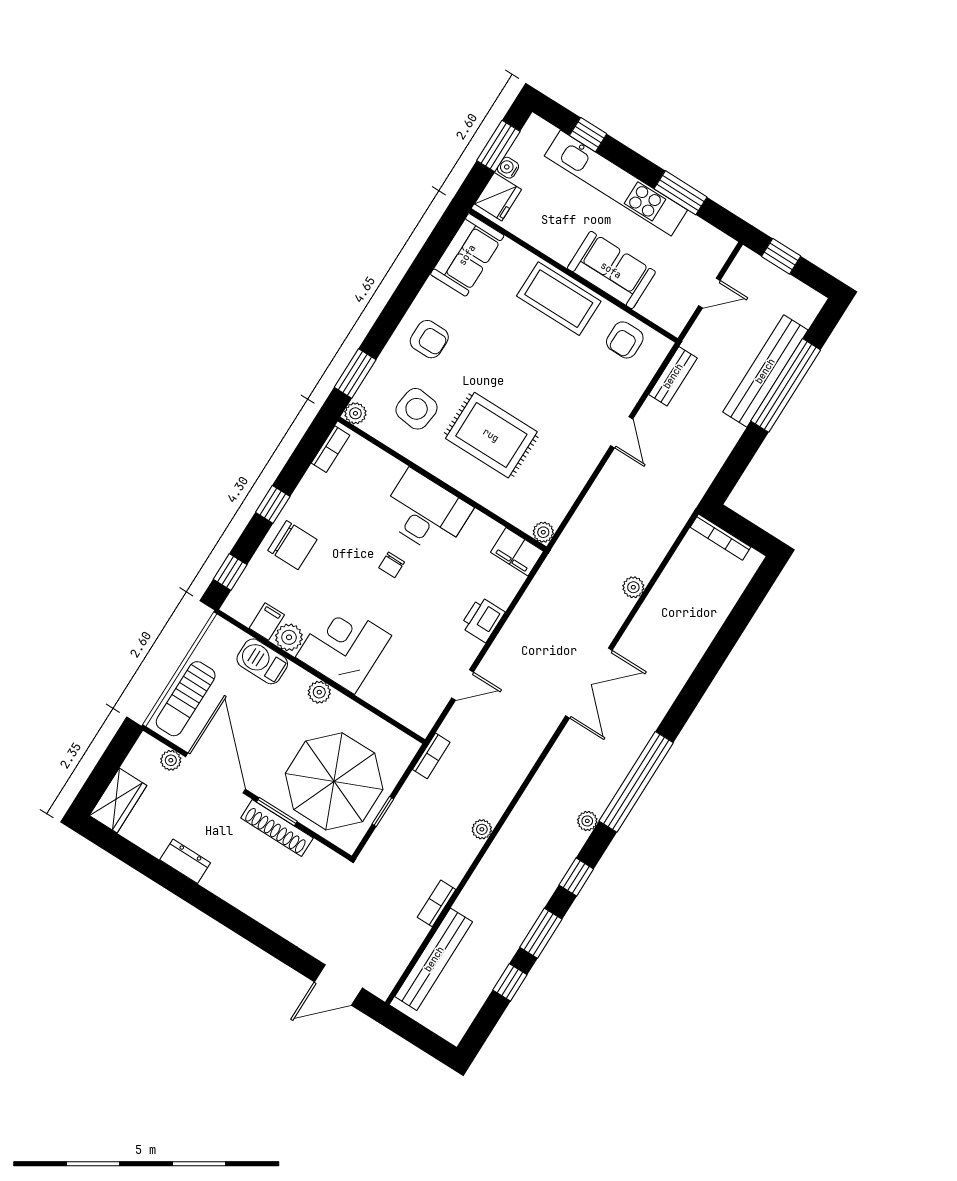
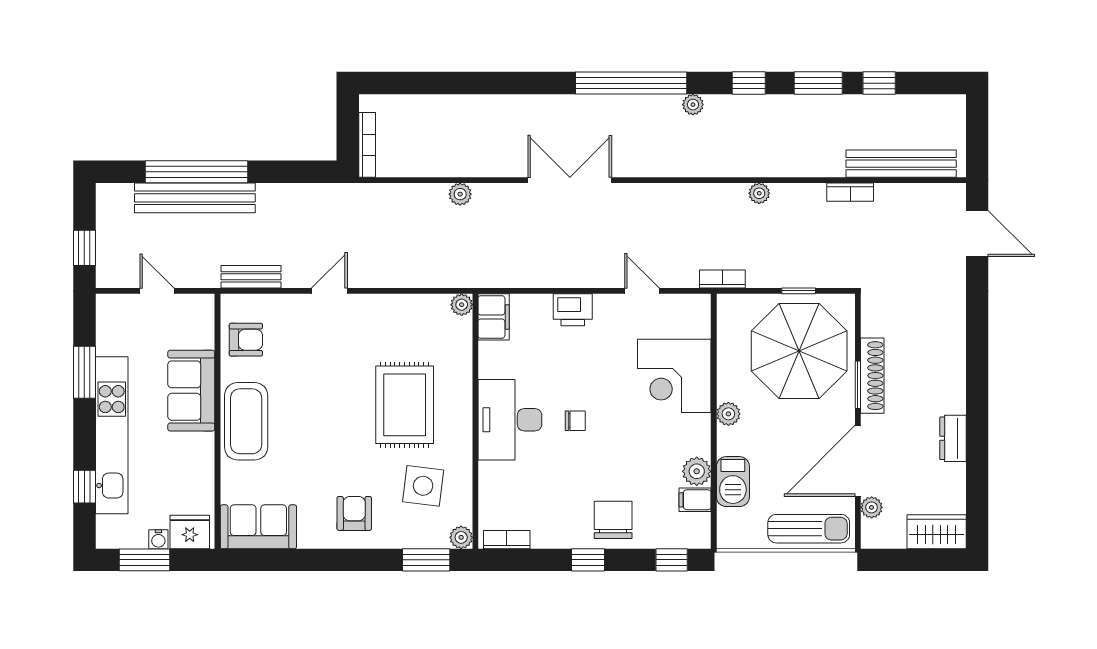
corner desk: (343, 646) -> (674, 376), moved

